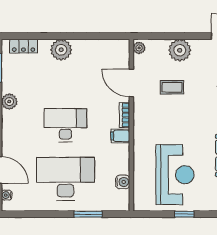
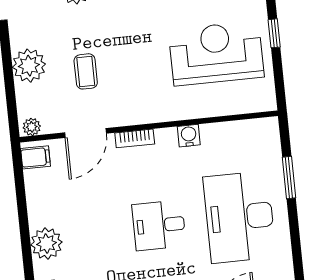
desk: (65, 125) -> (159, 225), width x0.73
filing cabinet: (120, 136) -> (35, 157), moved, turned -90
water cooler: (123, 182) -> (189, 136), moved

